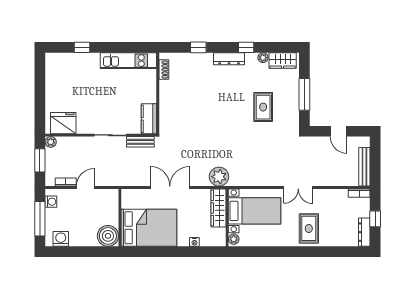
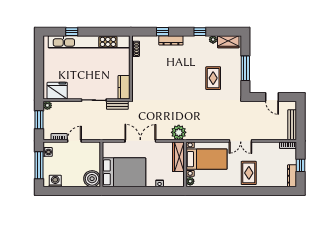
dresser: (229, 59) -> (171, 40), moved
kitchen unit: (128, 61) -> (89, 42), width x1.86

